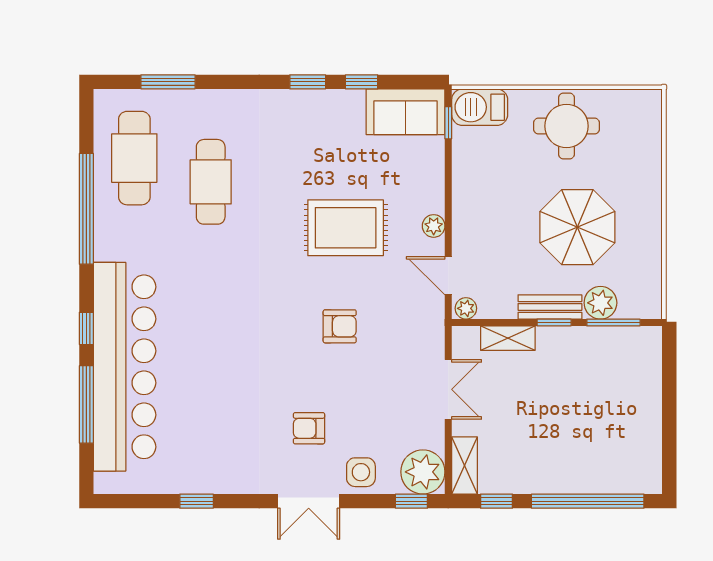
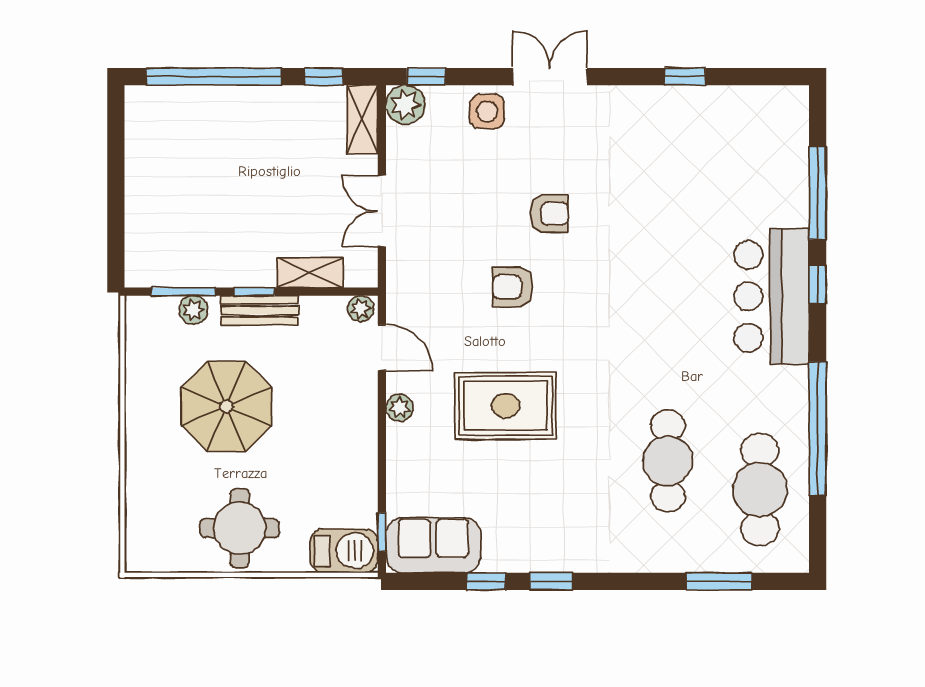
plant: (600, 303) -> (193, 310), width x0.73, depth x0.73
bar counter: (125, 367) -> (772, 296), width x0.54
armchair: (309, 428) -> (549, 214), moved
plant: (423, 472) -> (405, 105), width x0.73, depth x0.73

